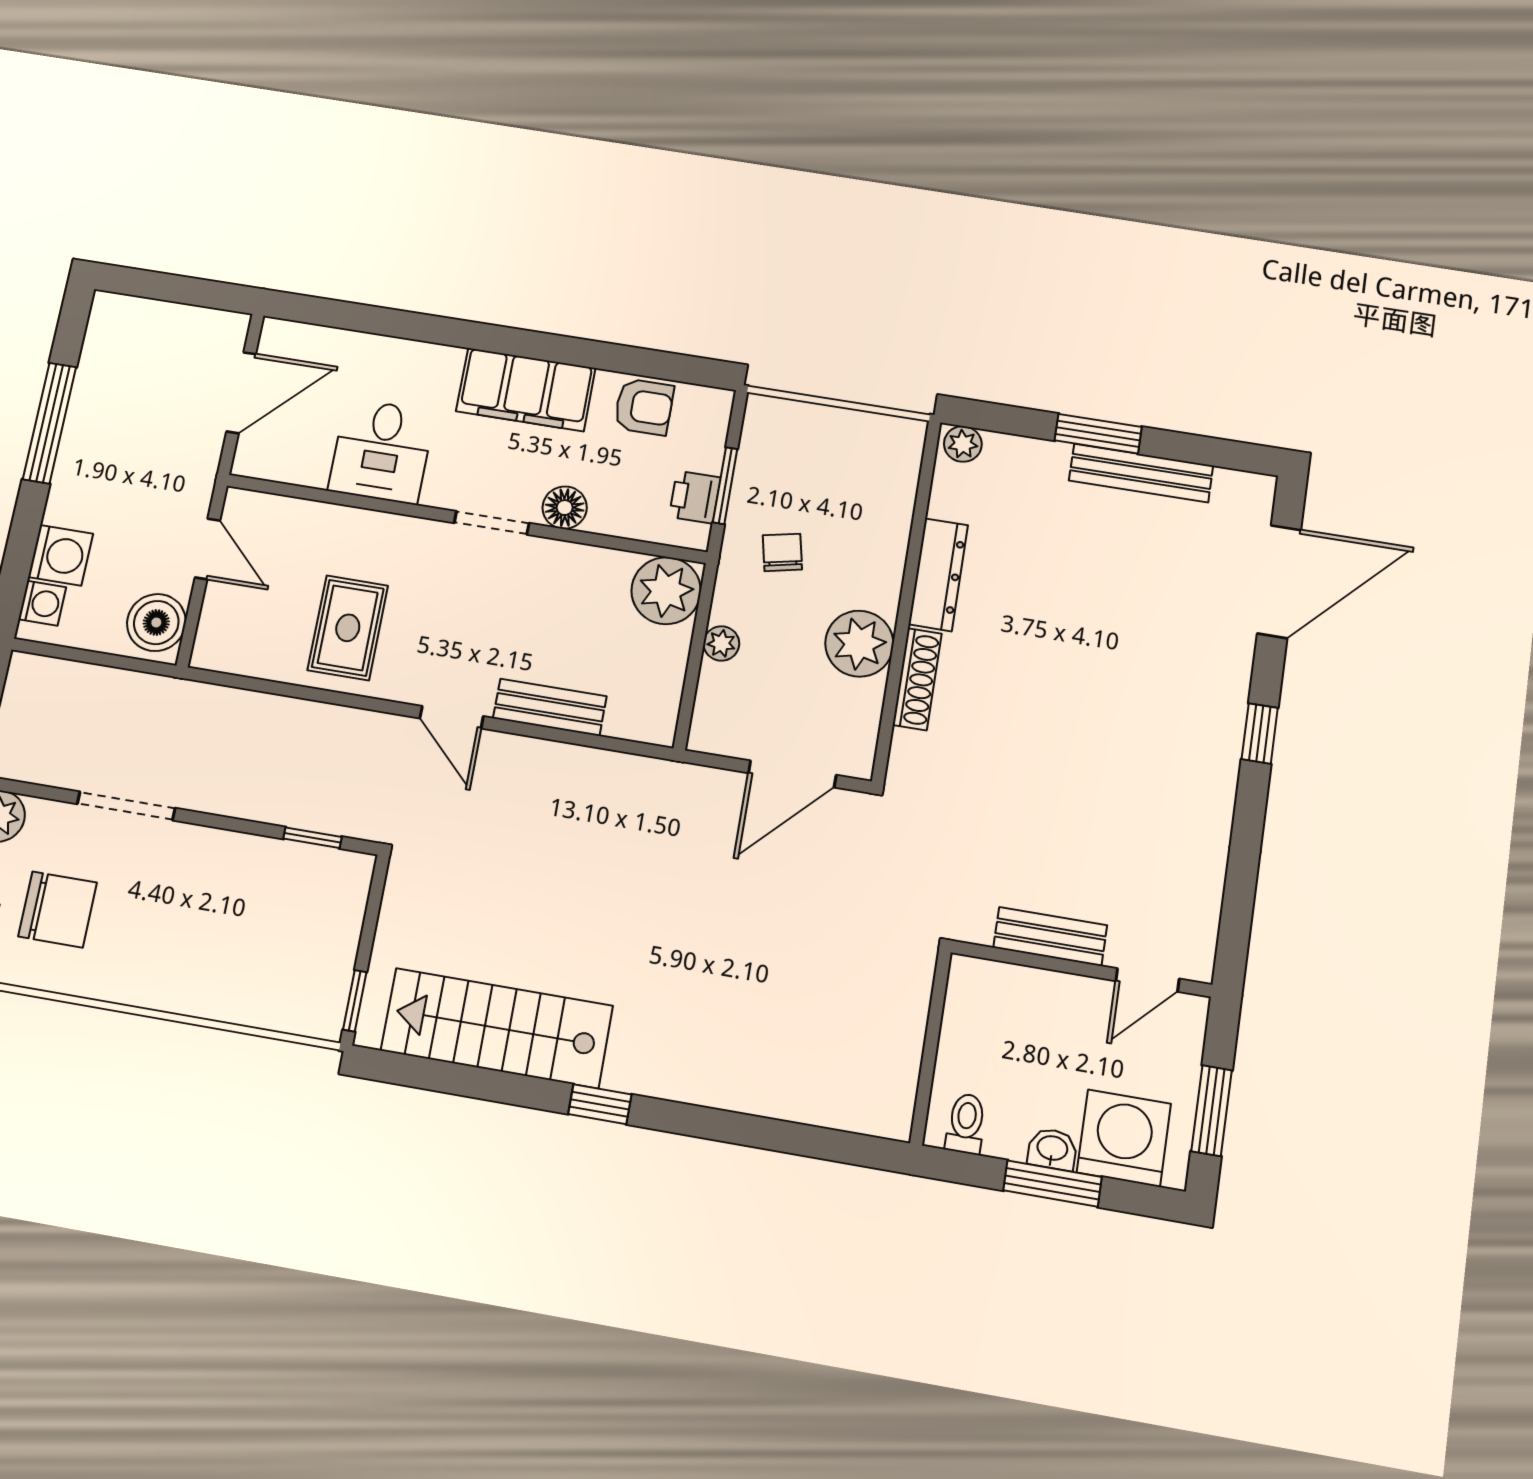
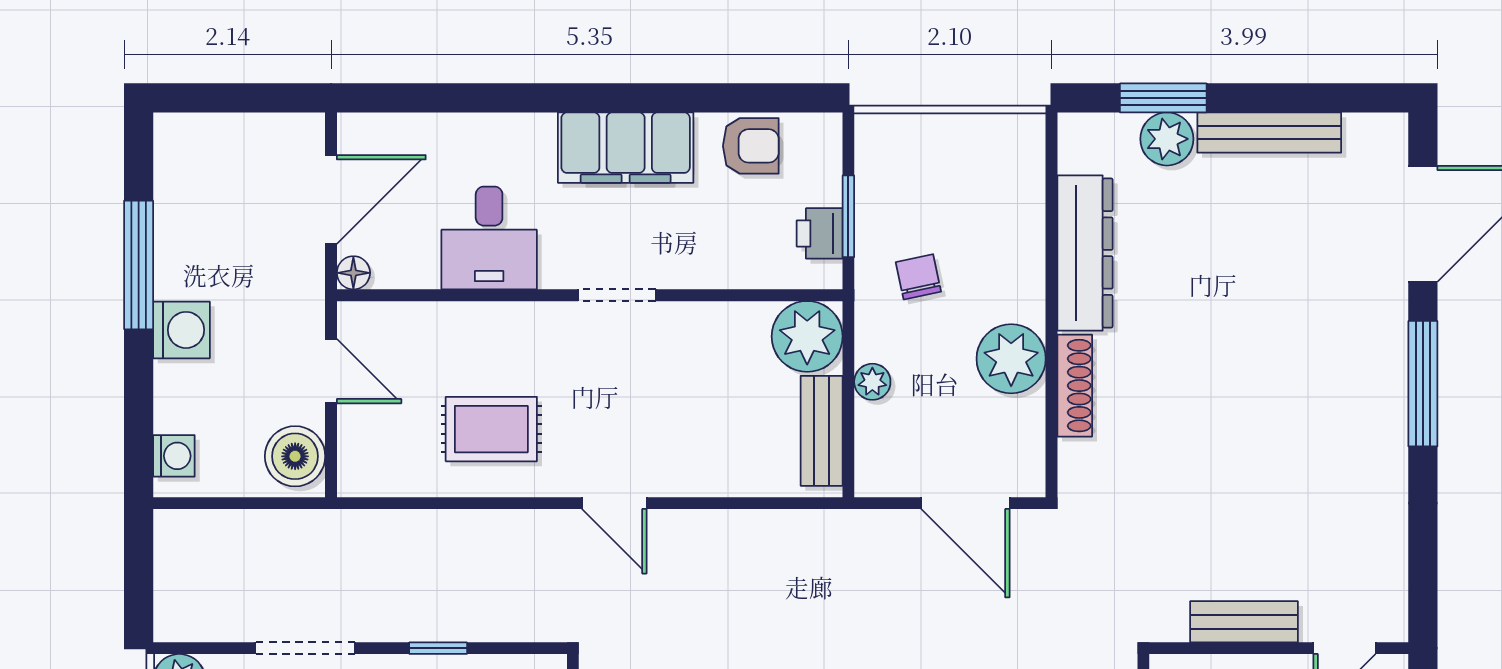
window: (1098, 434) -> (1163, 98), moved
plant: (963, 444) -> (1167, 139), moved, width x1.38, depth x1.38
floor lamp: (565, 508) -> (353, 273), moved, width x0.73, depth x0.73
washing machine: (61, 555) -> (181, 330), moved
dresser: (938, 575) -> (1085, 253), width x1.37, depth x1.24
rug: (348, 628) -> (491, 429), turned 90
bench: (550, 707) -> (822, 431), moved, turned 90
window: (1260, 733) -> (1423, 384), width x2.17
door: (792, 774) -> (965, 503), hinge flipped
window: (312, 838) -> (438, 648), moved

